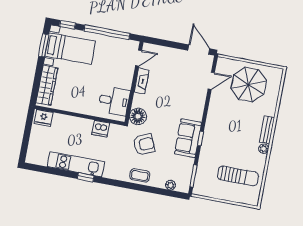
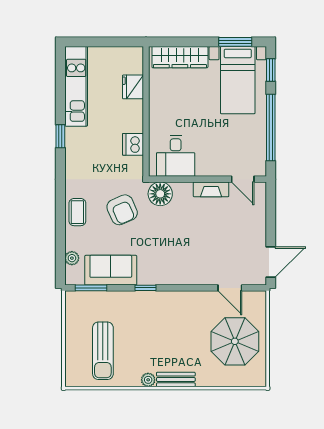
fridge: (44, 118) -> (133, 87), moved
sofa: (188, 138) -> (111, 270), moved
kitchen unit: (76, 164) -> (76, 86), moved

